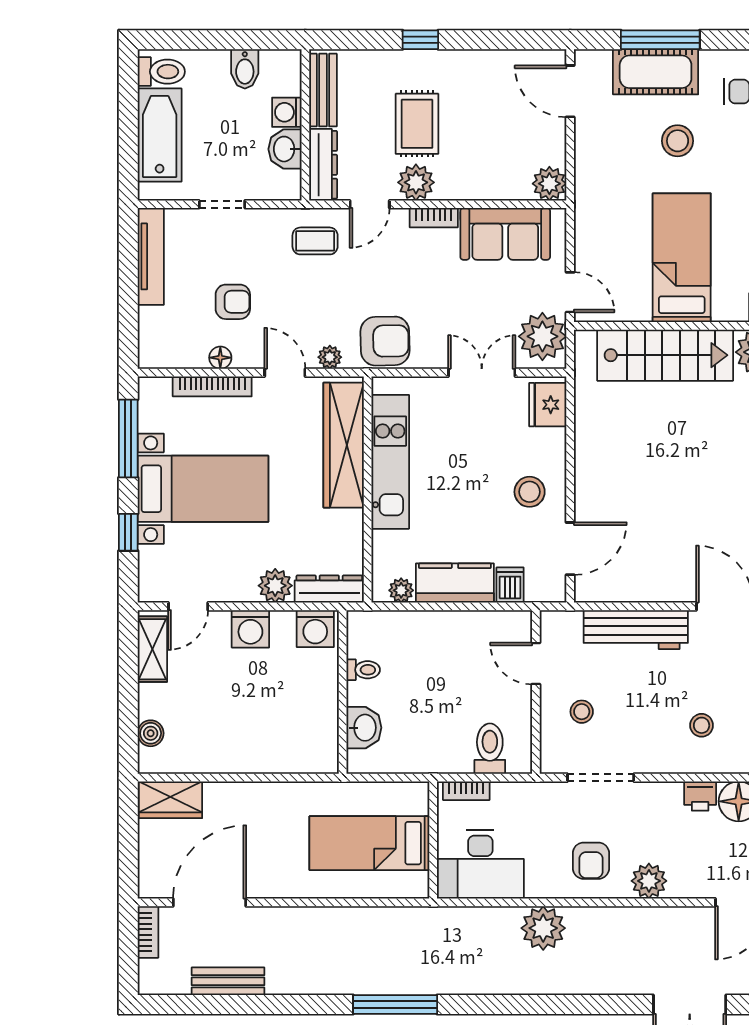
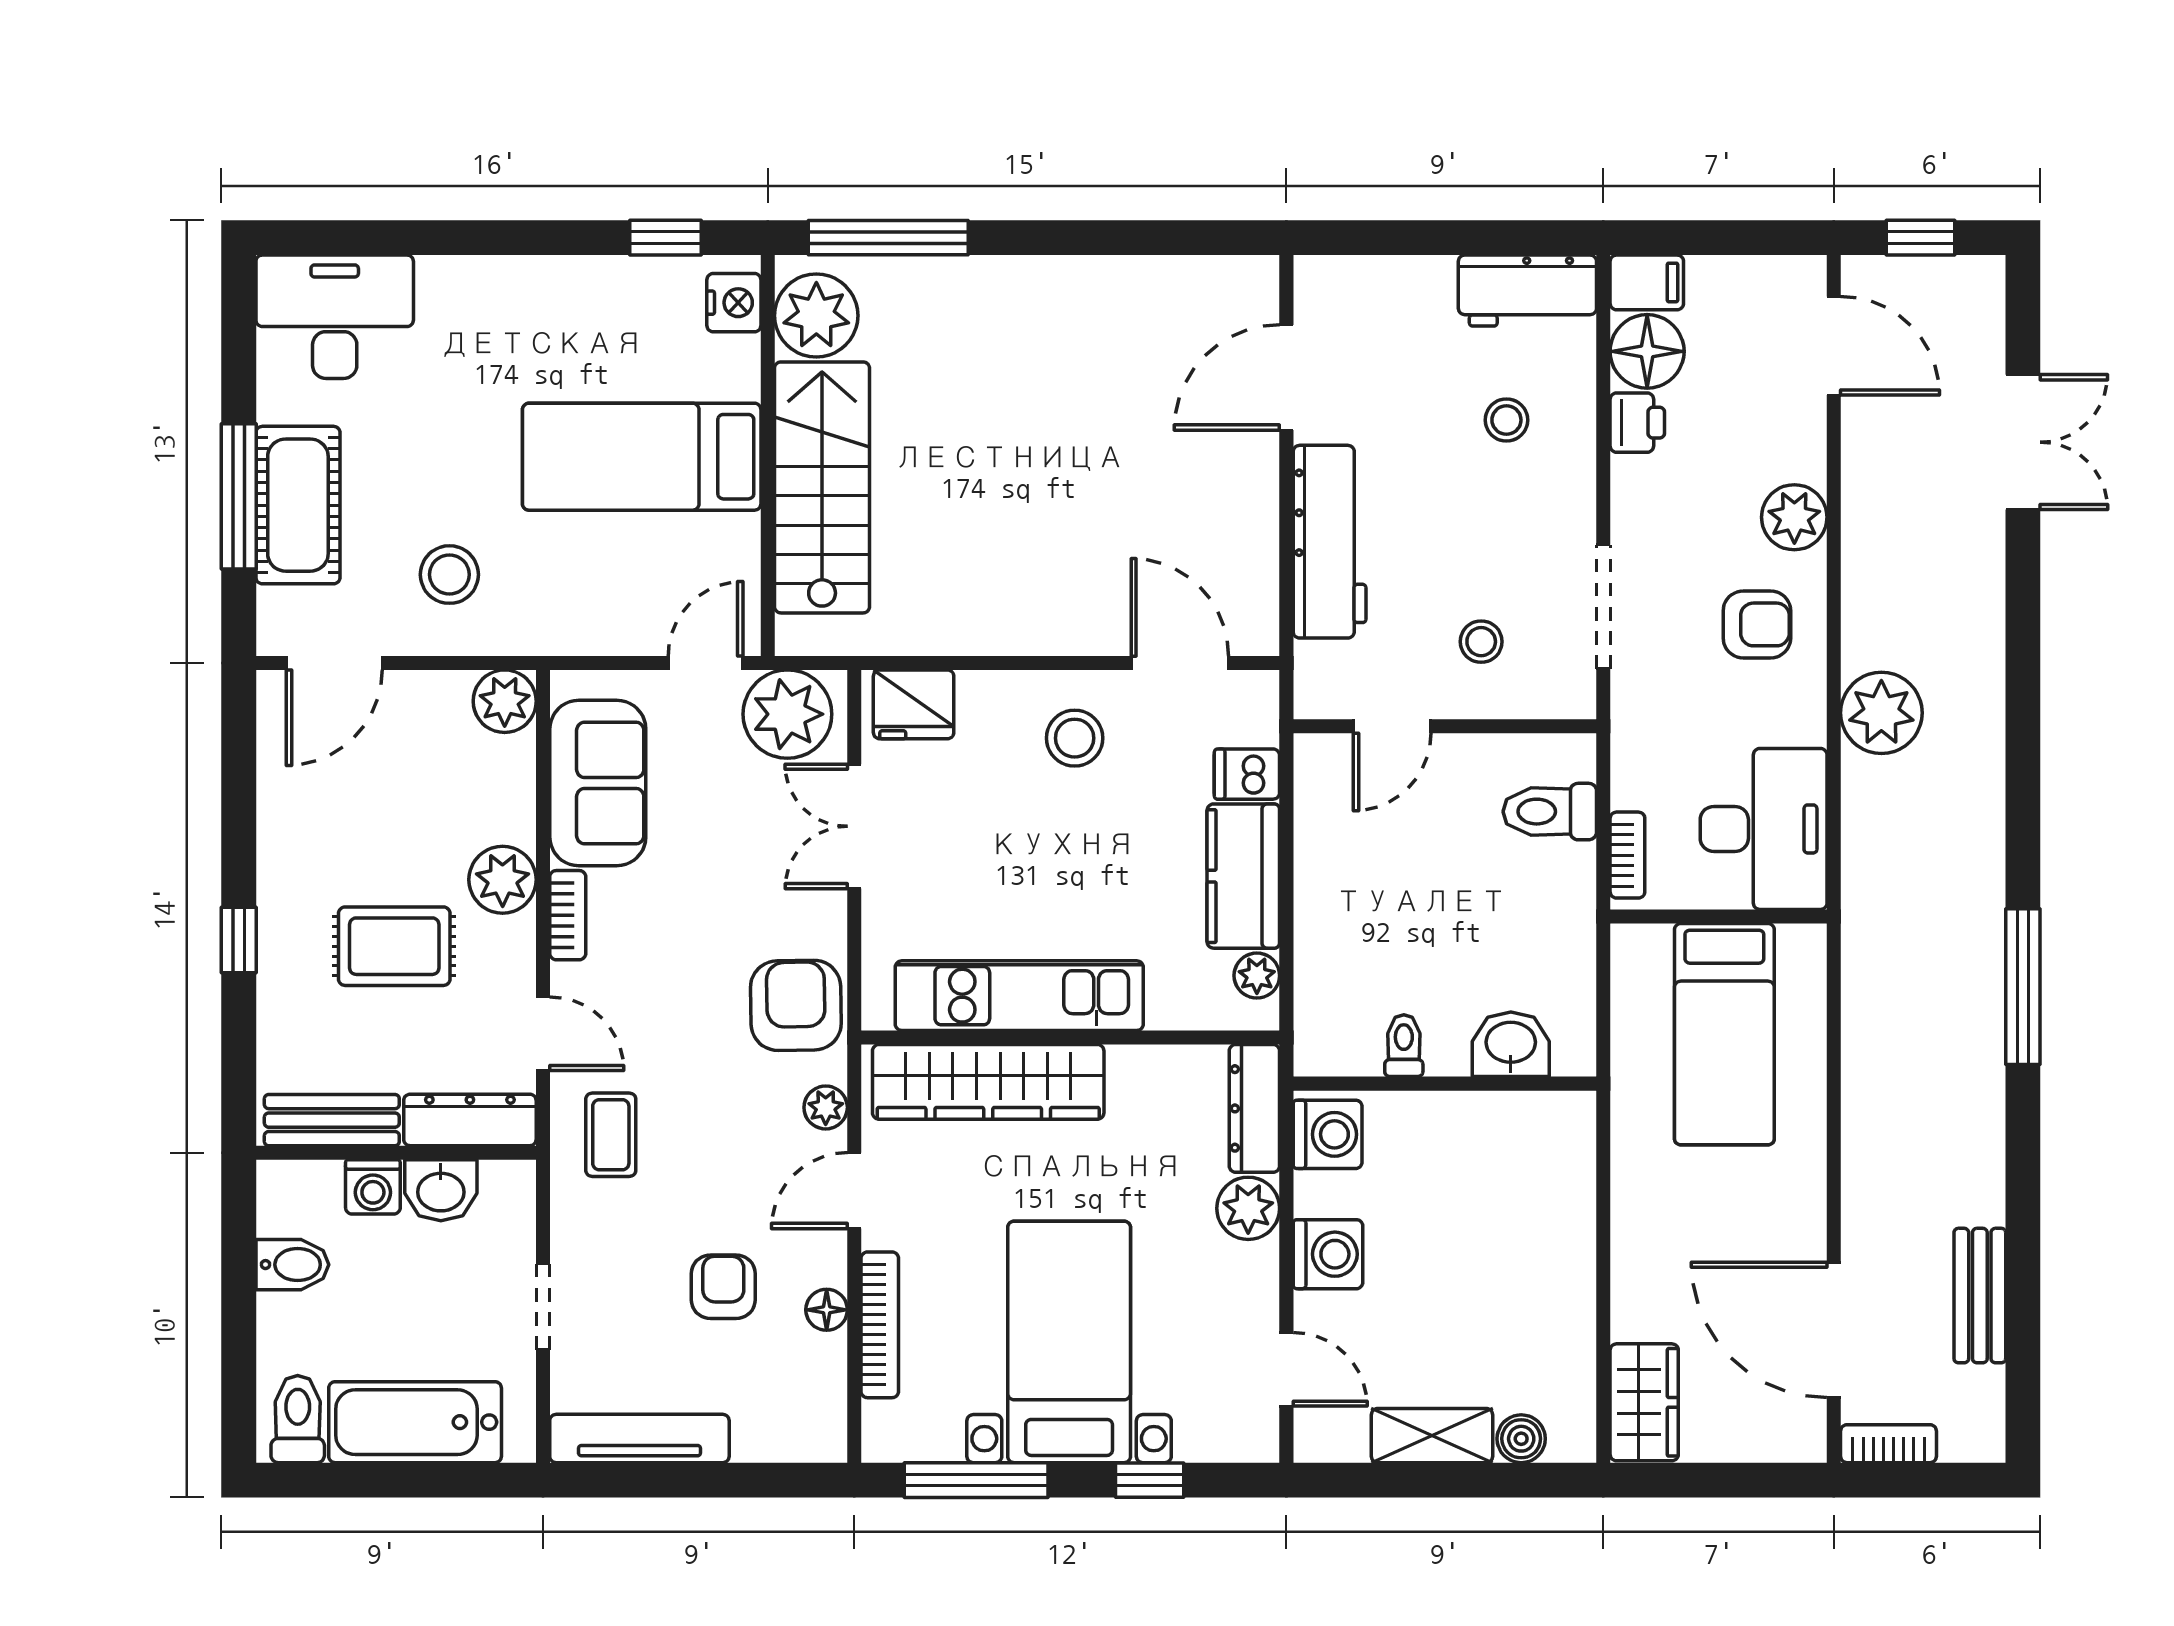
stool: (678, 141) -> (449, 575), moved
plant: (416, 182) -> (503, 880), moved
shelving: (152, 649) -> (1432, 1436), moved

